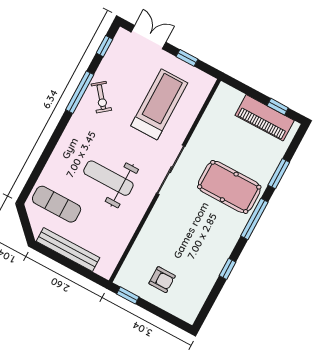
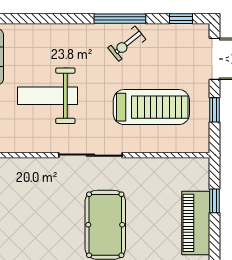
window: (278, 107) -> (215, 201), moved
weight bench: (108, 178) -> (47, 96), turned -90

